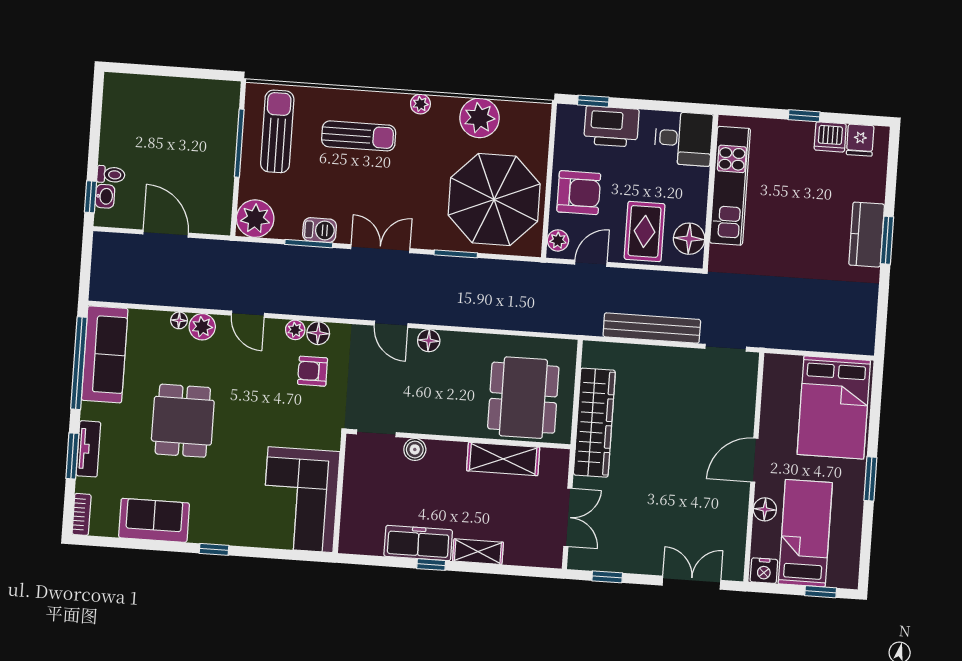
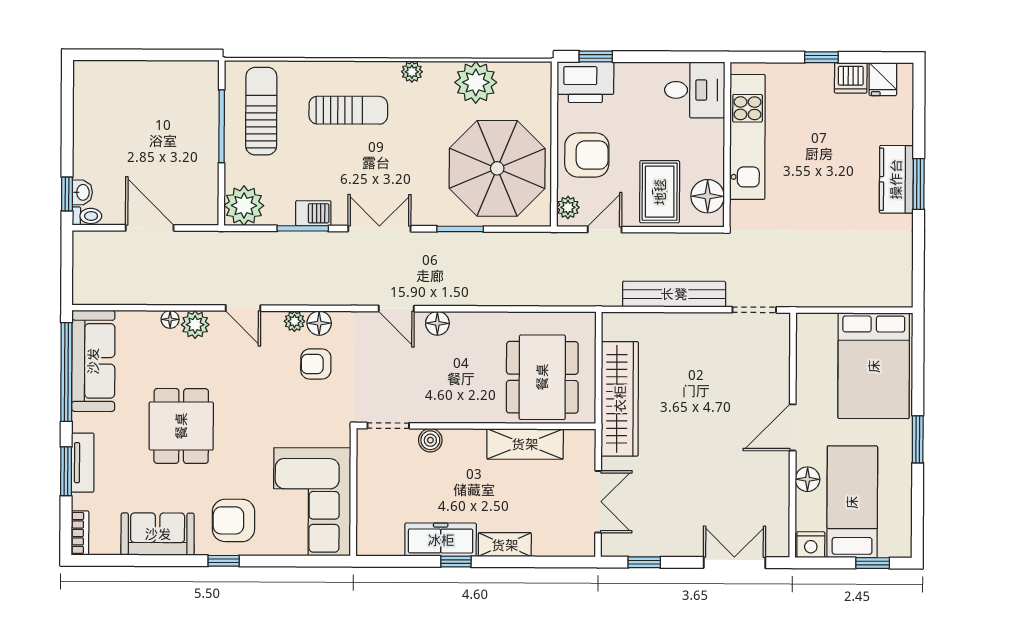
printer: (611, 126) -> (585, 82), moved
toilet: (111, 175) -> (87, 216), moved
armchair: (226, 512) -> (233, 520), added

